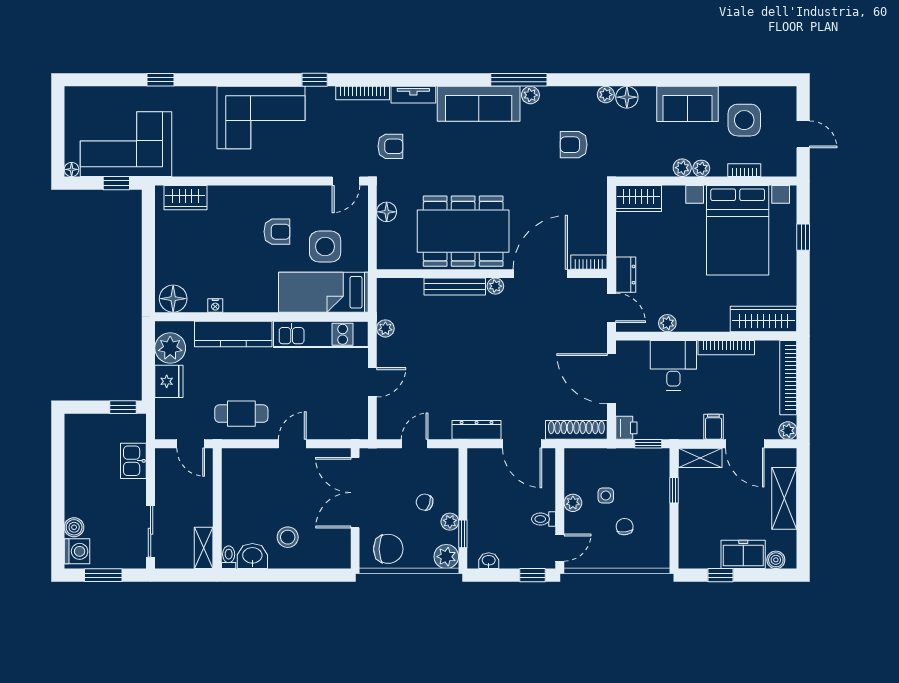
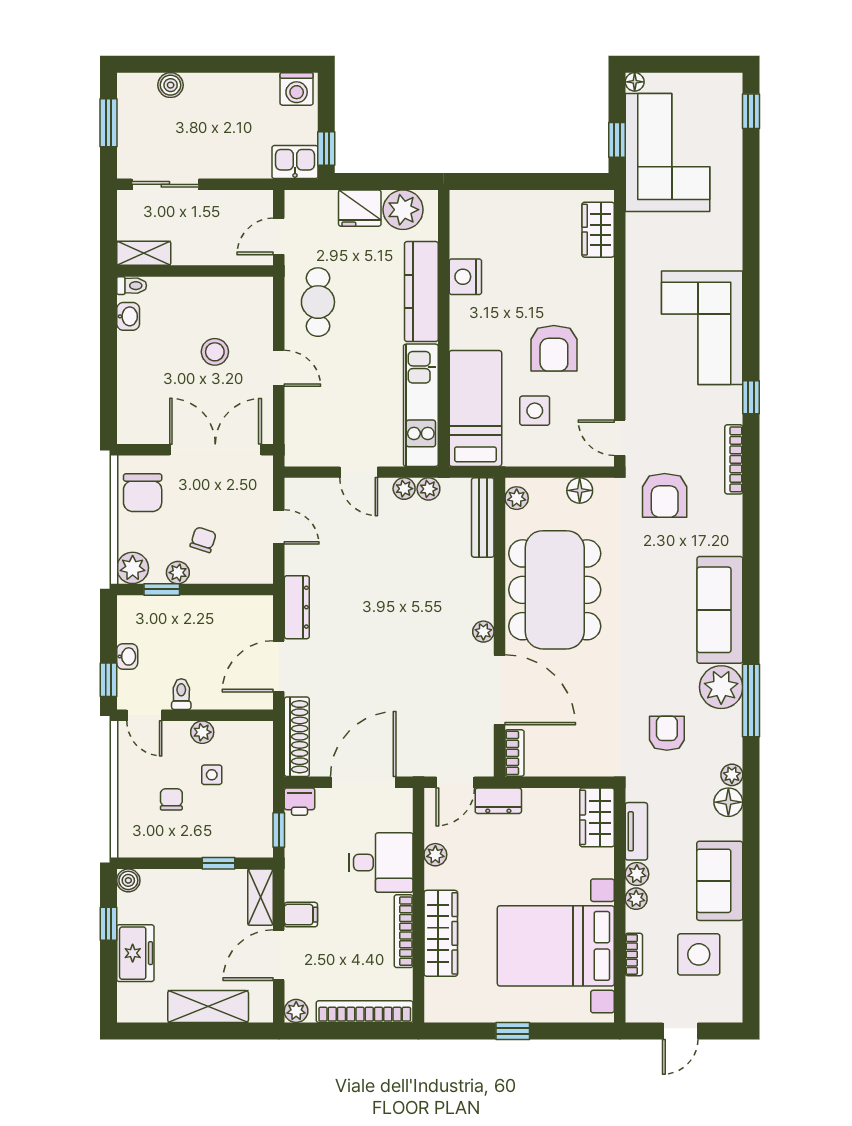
window: (161, 80) -> (751, 111), moved
window: (519, 80) -> (751, 701), moved
tv unit: (413, 95) -> (636, 831), moved, turned 180
plant: (530, 95) -> (721, 687), width x1.88, depth x1.88
armchair: (390, 146) -> (665, 495), width x1.38, depth x1.38
armchair: (277, 232) -> (554, 348), width x1.38, depth x1.38
window: (803, 237) -> (513, 1031), moved
side table: (325, 247) -> (535, 411), width x0.73, depth x0.73
plant: (392, 260) -> (517, 498), added
bench: (455, 287) -> (483, 518), moved
floor lamp: (173, 299) -> (467, 214), removed
nightstand: (215, 305) -> (465, 277), width x1.89, depth x1.79
wardrobe: (764, 319) -> (441, 933), moved
plant: (385, 347) -> (404, 489), added
kitchen sink: (133, 461) -> (295, 162), moved
chair: (625, 527) -> (171, 799), turned -84
stool: (288, 537) -> (215, 352), moved
washing machine: (77, 551) -> (297, 89), moved
washbasin: (252, 556) -> (128, 316), width x0.72, depth x0.69
boiler: (776, 560) -> (128, 880), moved
washbasin: (489, 561) -> (127, 656), moved

